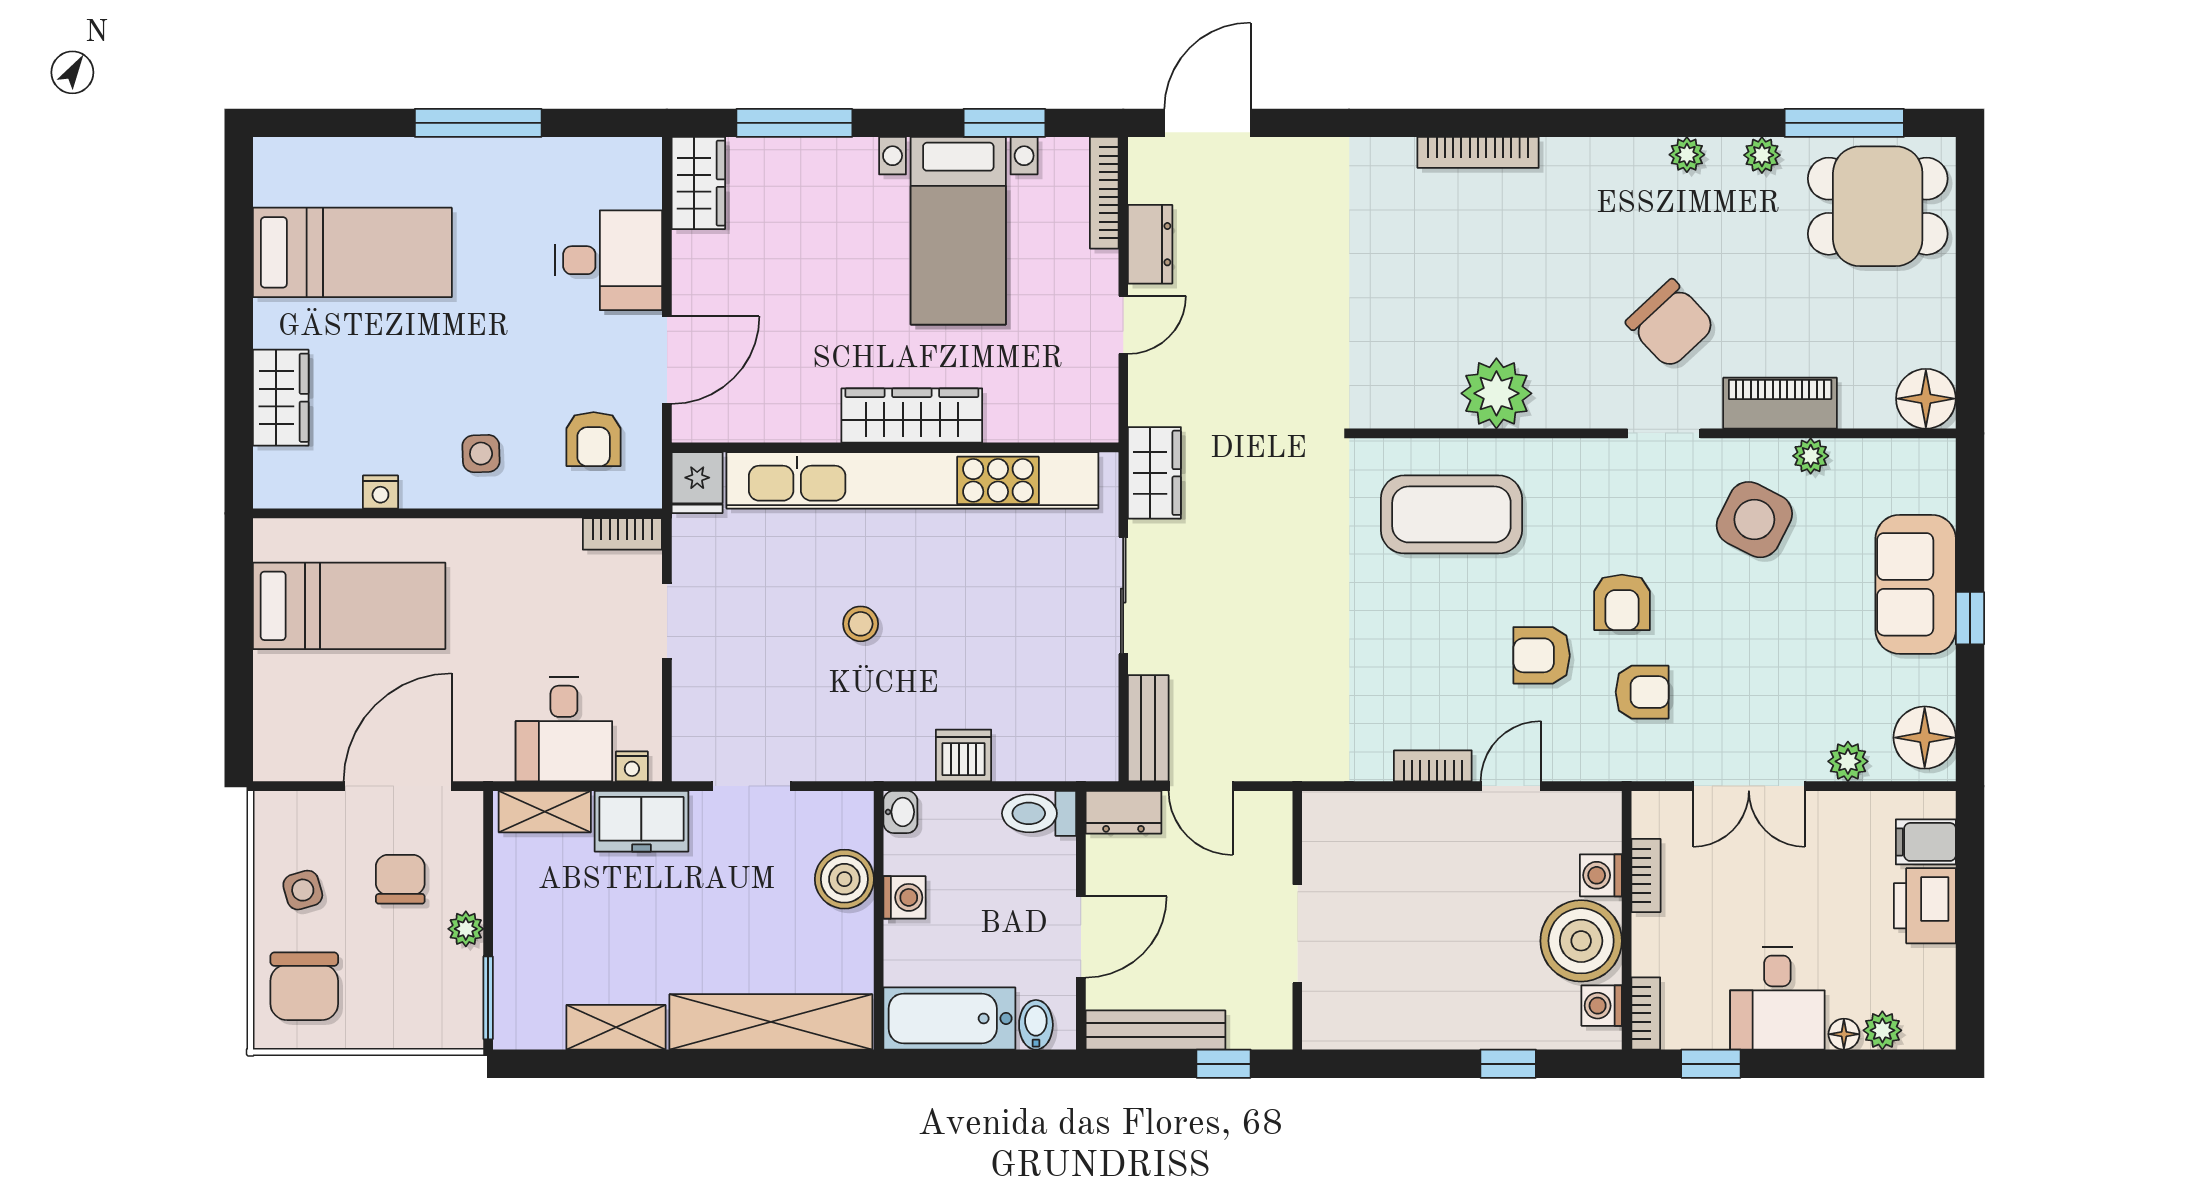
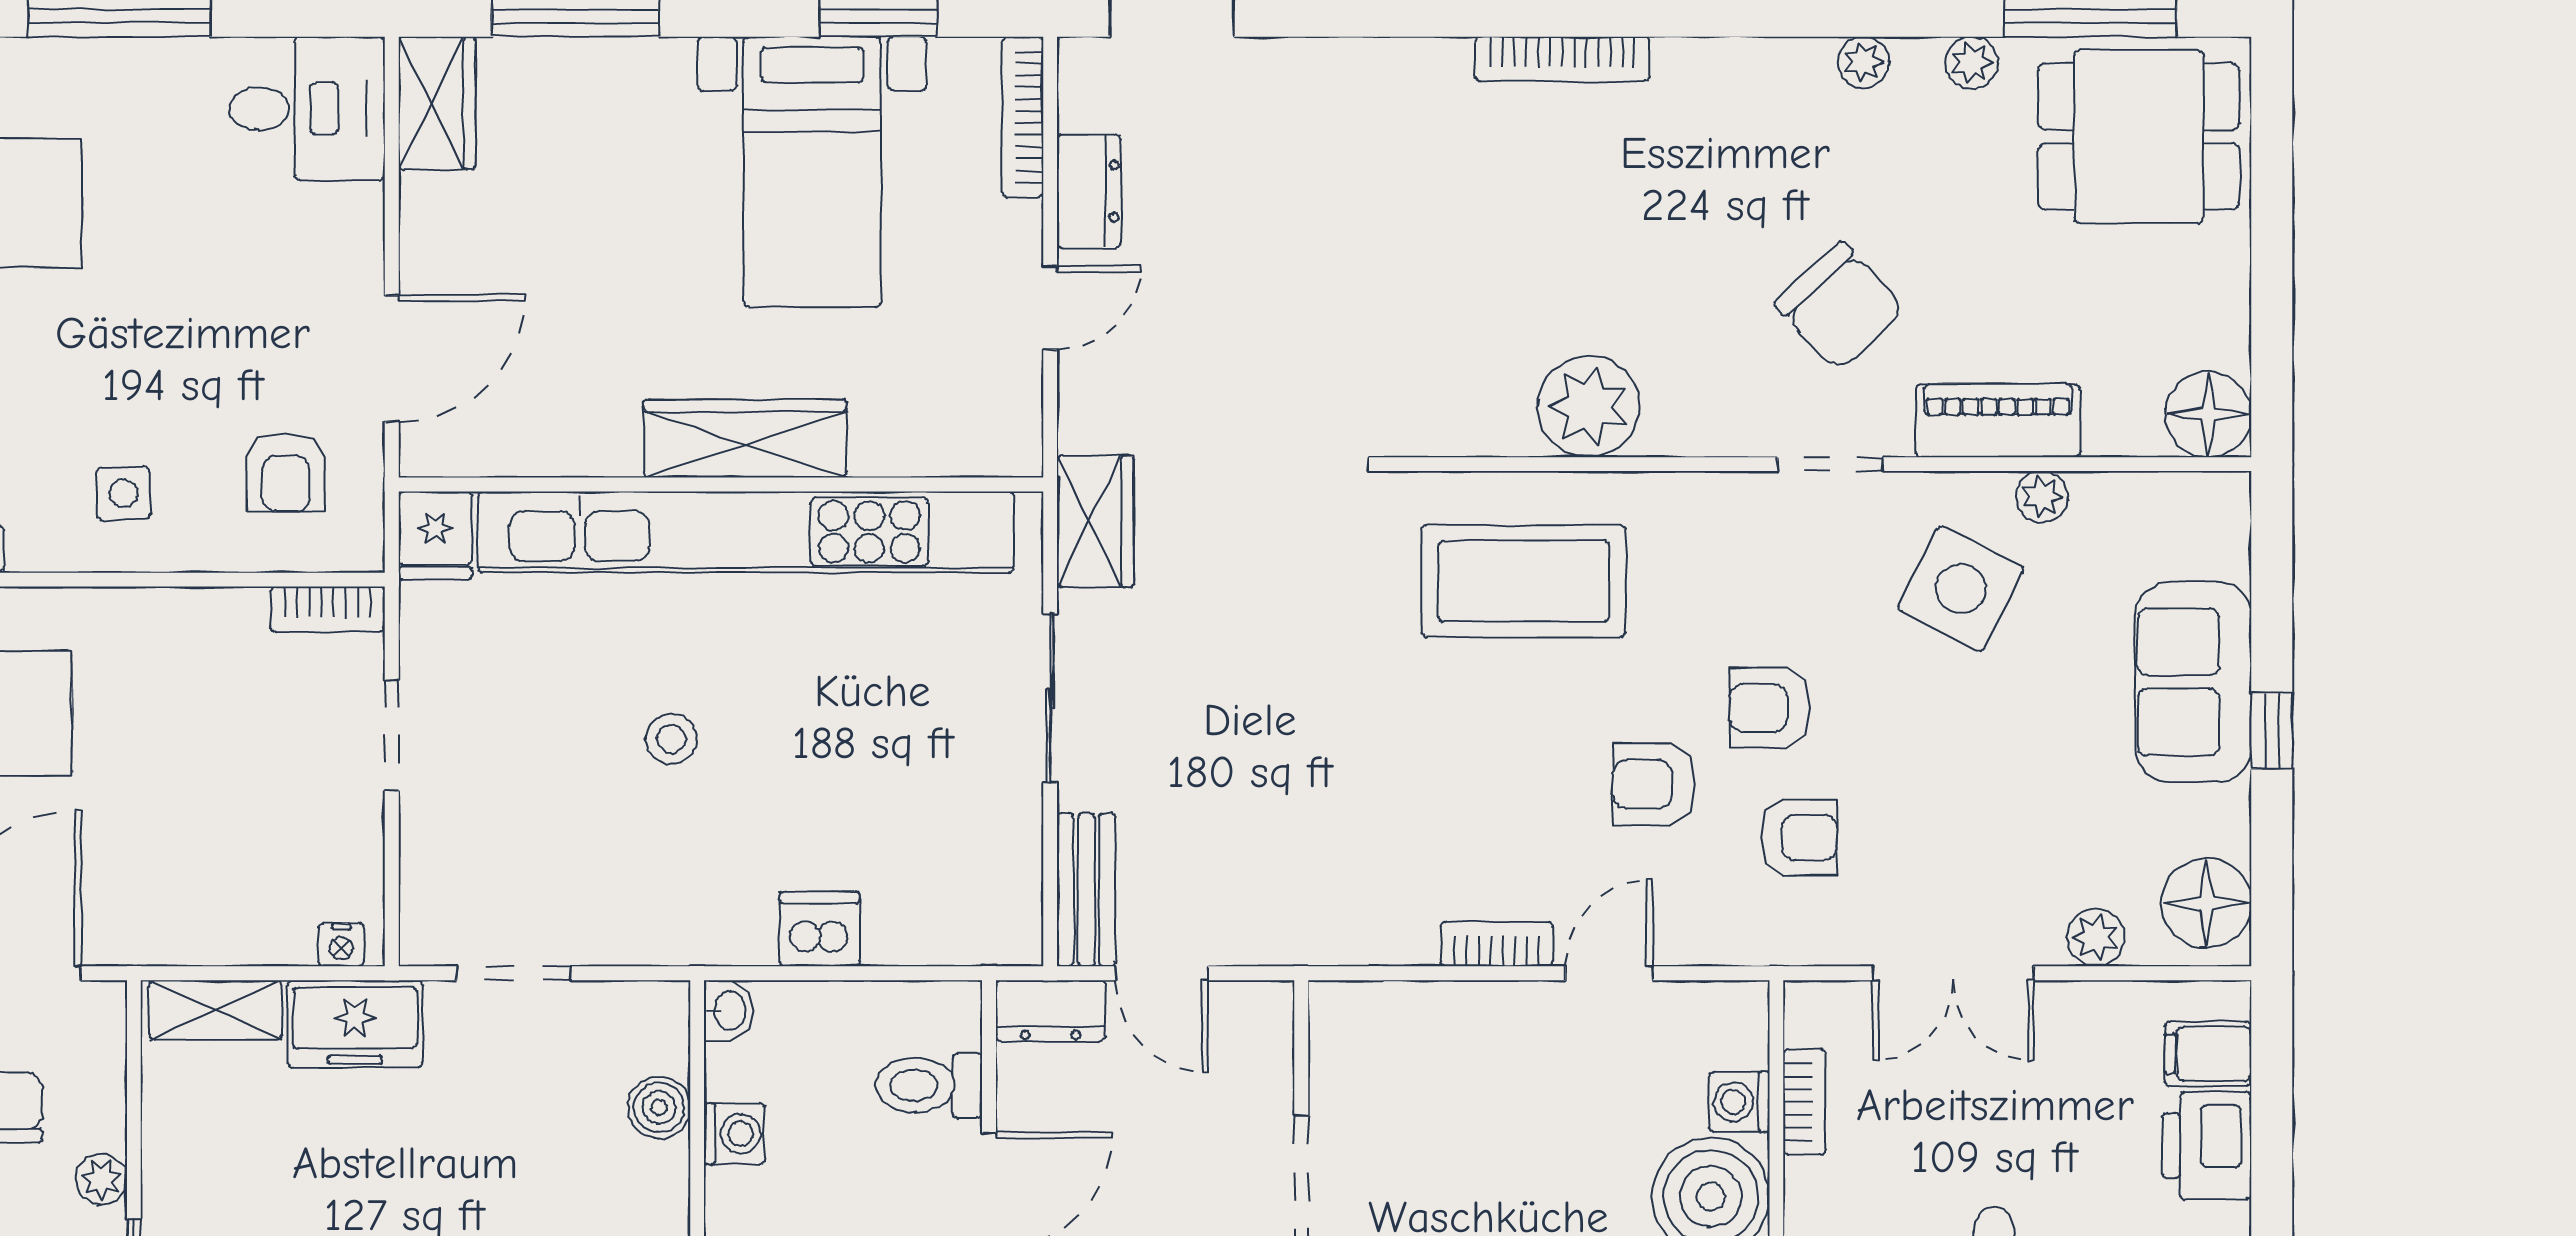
desk: (608, 260) -> (307, 109), moved
armchair: (1622, 602) -> (1770, 708), turned 90
desk: (564, 729) -> (243, 891), removed
toilet: (1039, 813) -> (929, 1085), moved
boiler: (844, 879) -> (659, 1107), width x0.73, depth x0.73

